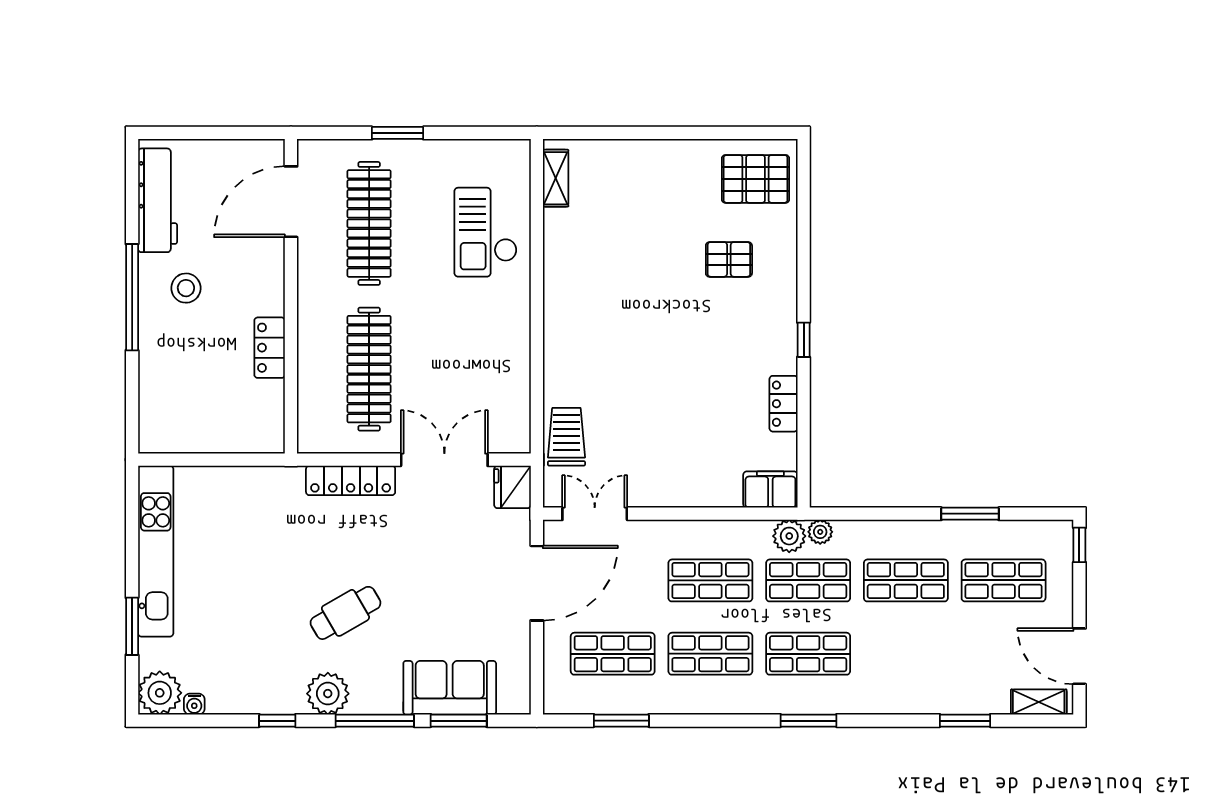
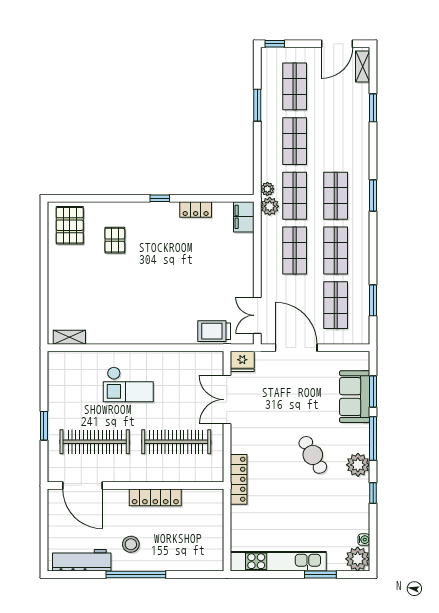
checkout: (486, 232) -> (128, 384), moved
locker: (270, 348) -> (155, 497), width x1.53
locker: (351, 480) -> (239, 479), moved

